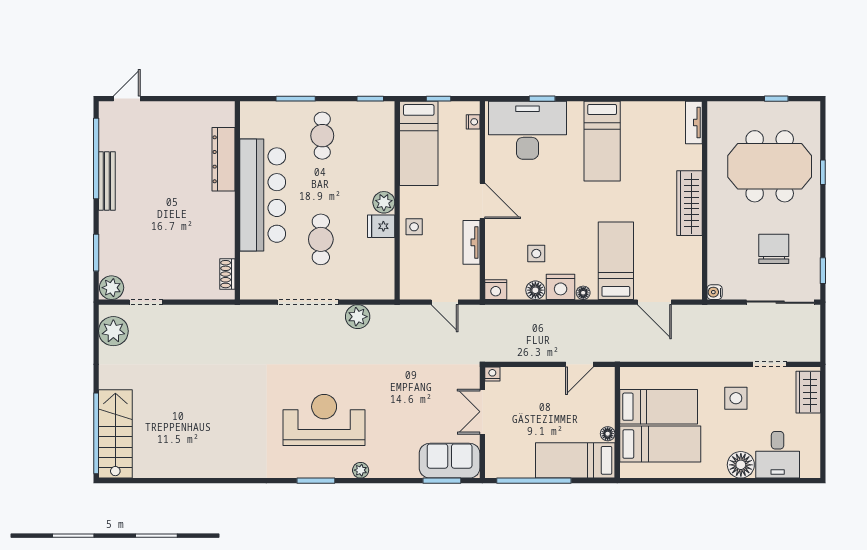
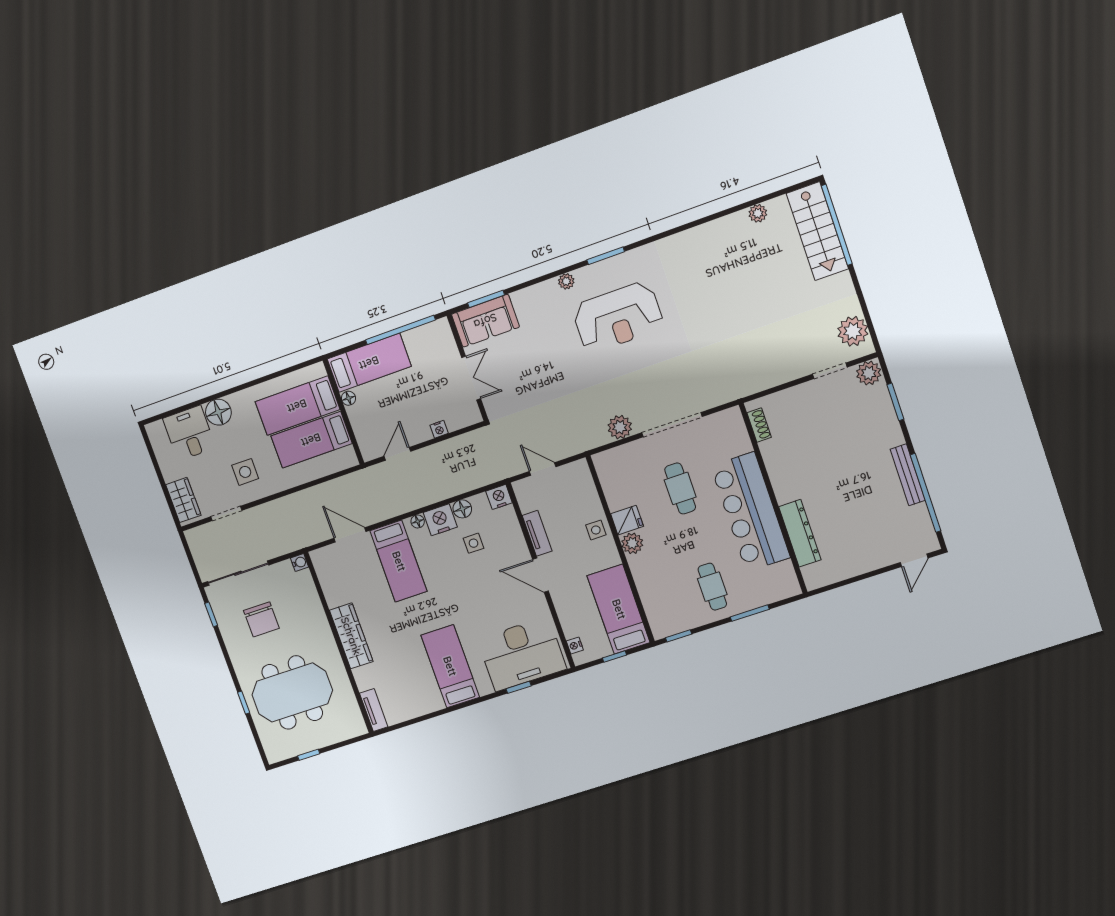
nightstand: (492, 374) -> (439, 429), moved
plant: (164, 469) -> (758, 213), added

